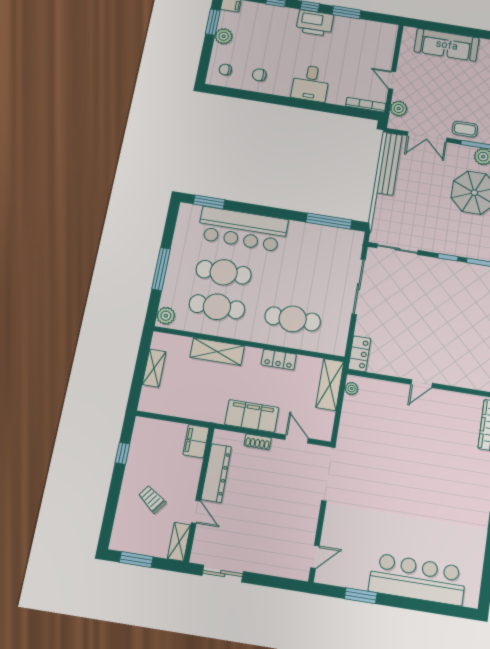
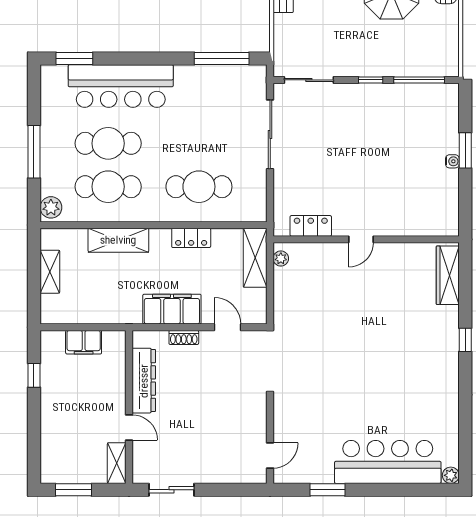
locker: (359, 354) -> (311, 226), moved, turned -90
filing cabinet: (196, 441) -> (84, 342), moved, turned -90
trolley: (152, 499) -> (78, 421), removed
plant: (471, 600) -> (451, 475), added

